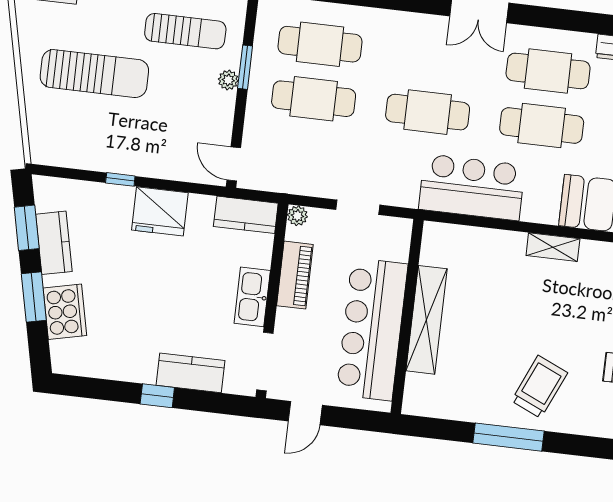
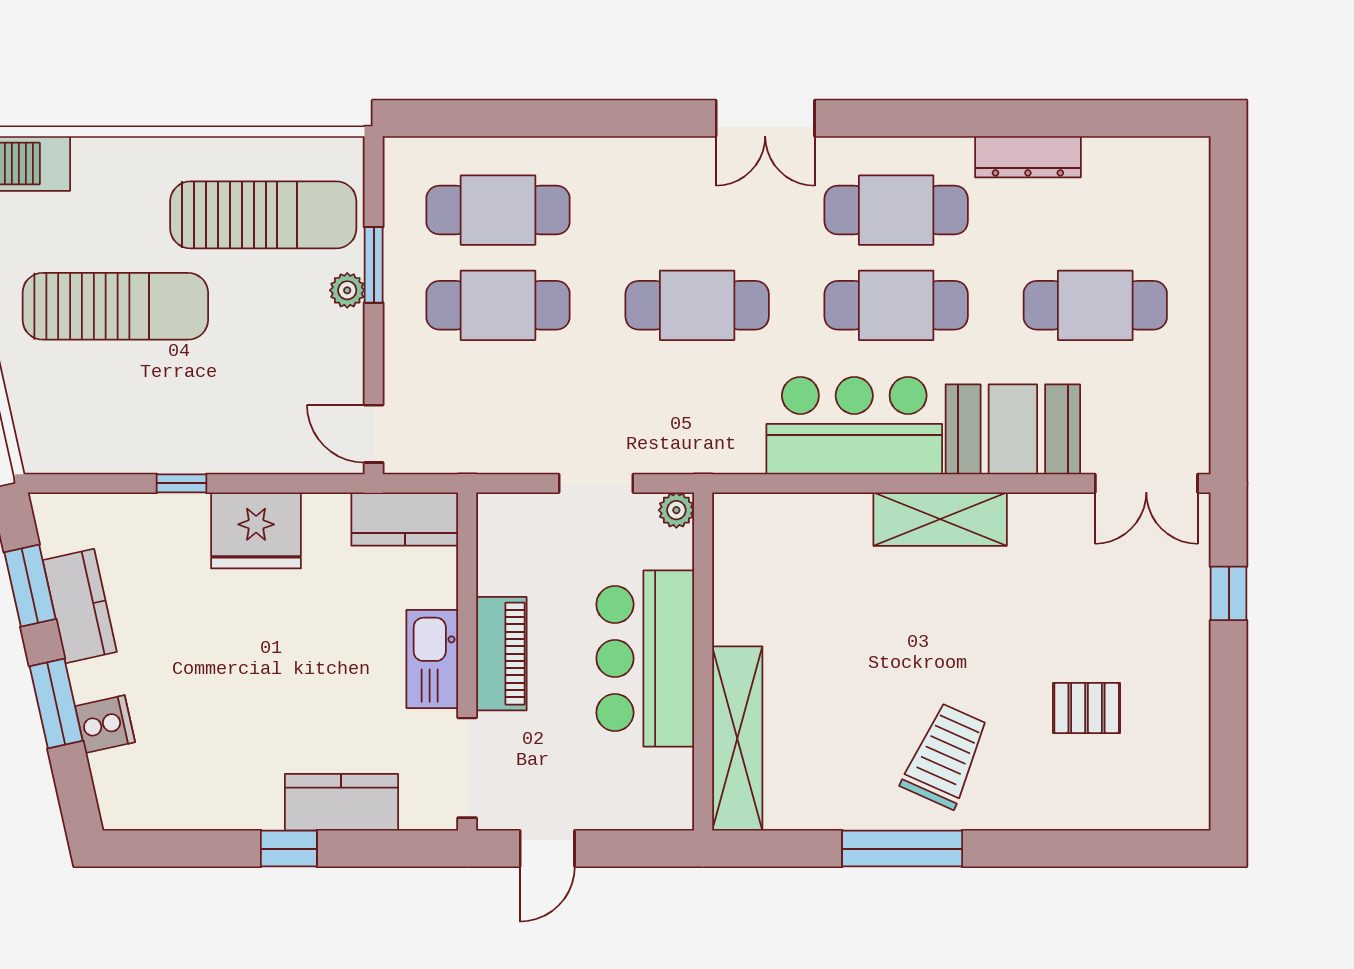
sun lounger: (185, 31) -> (263, 215), width x1.36, depth x1.34
bar counter: (472, 187) -> (854, 426), moved
plant: (297, 216) -> (676, 510), moved
shelving: (553, 247) -> (940, 519), width x1.50, depth x1.33
piano: (295, 275) -> (501, 654), moved
cooker: (65, 312) -> (105, 724), width x0.53, depth x0.76
shelving: (426, 320) -> (737, 738), moved
bar counter: (372, 329) -> (645, 658), width x0.73

